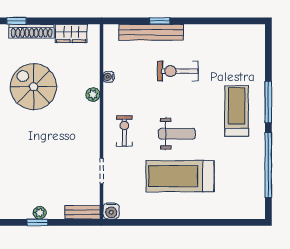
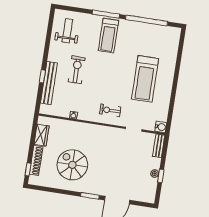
exercise bike: (178, 71) -> (77, 70), turned 180
spiral stairs: (33, 87) -> (72, 165), turned 90
plant: (93, 94) -> (83, 127), removed
treadmill: (237, 111) -> (108, 36), turned -90
weight bench: (177, 134) -> (67, 31), moved

